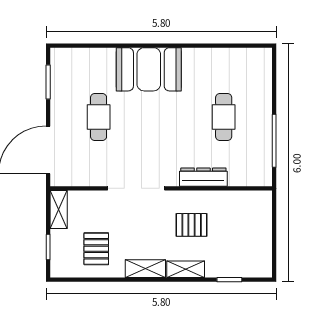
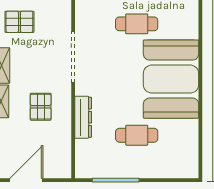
booth: (149, 69) -> (171, 79), width x1.36, depth x1.42
door: (274, 241) -> (26, 180), added

